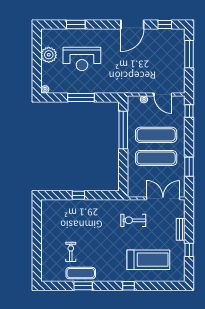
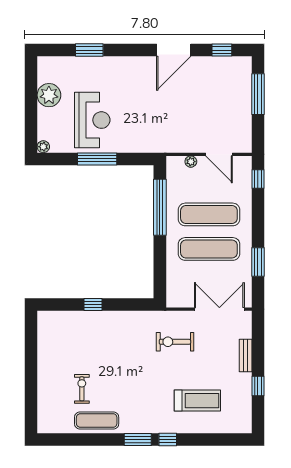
reception desk: (82, 59) -> (92, 120), moved, turned -90
treadmill: (148, 260) -> (197, 401), width x0.73, depth x0.73
window: (83, 286) -> (138, 439), moved

